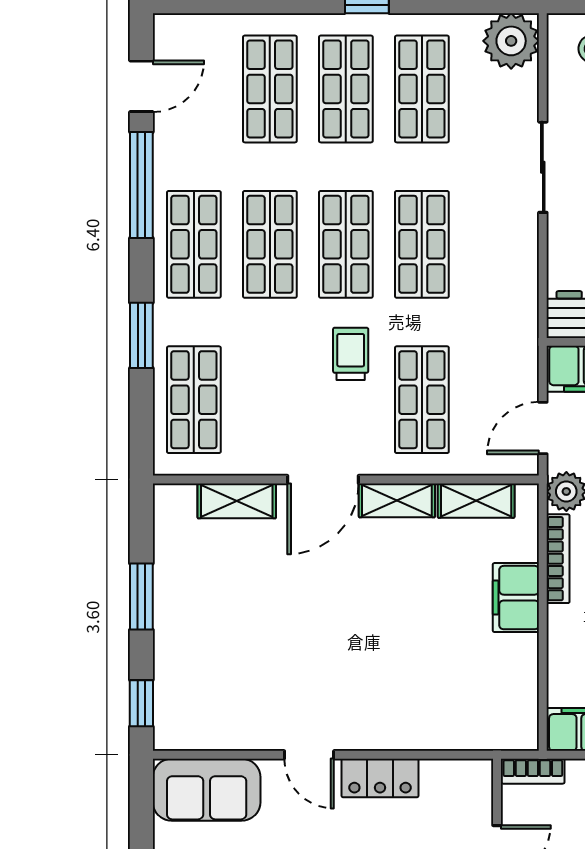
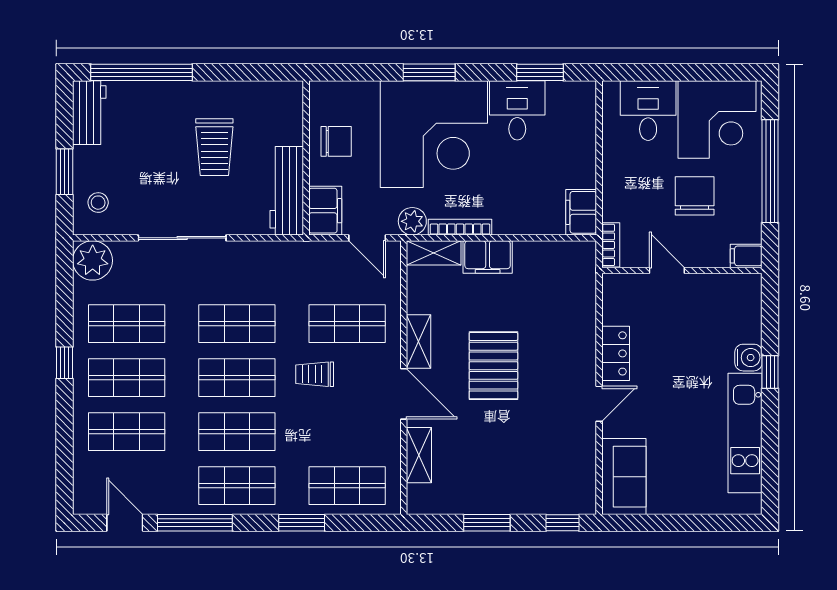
sliding door: (543, 167) -> (182, 238), width x1.37
shelving: (476, 501) -> (434, 253), moved, turned 90
pallet: (363, 606) -> (493, 366), added

